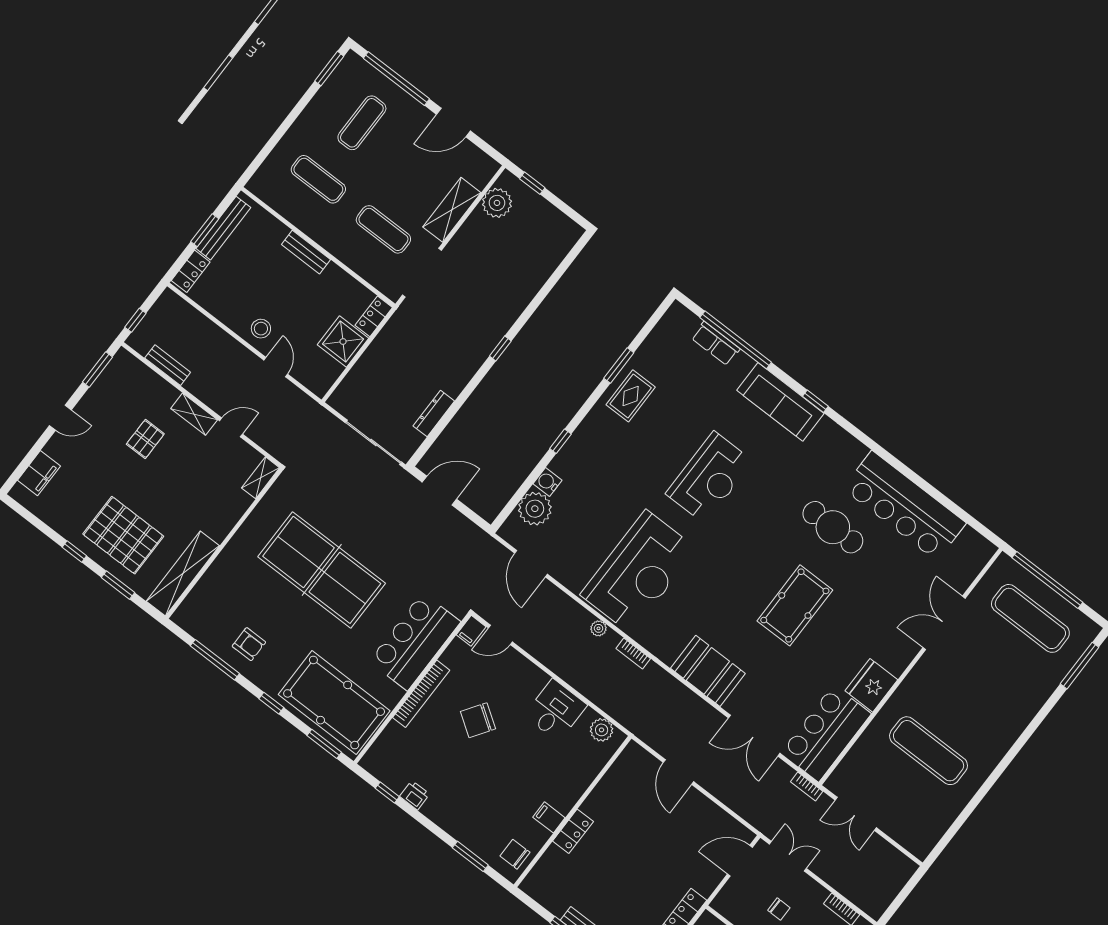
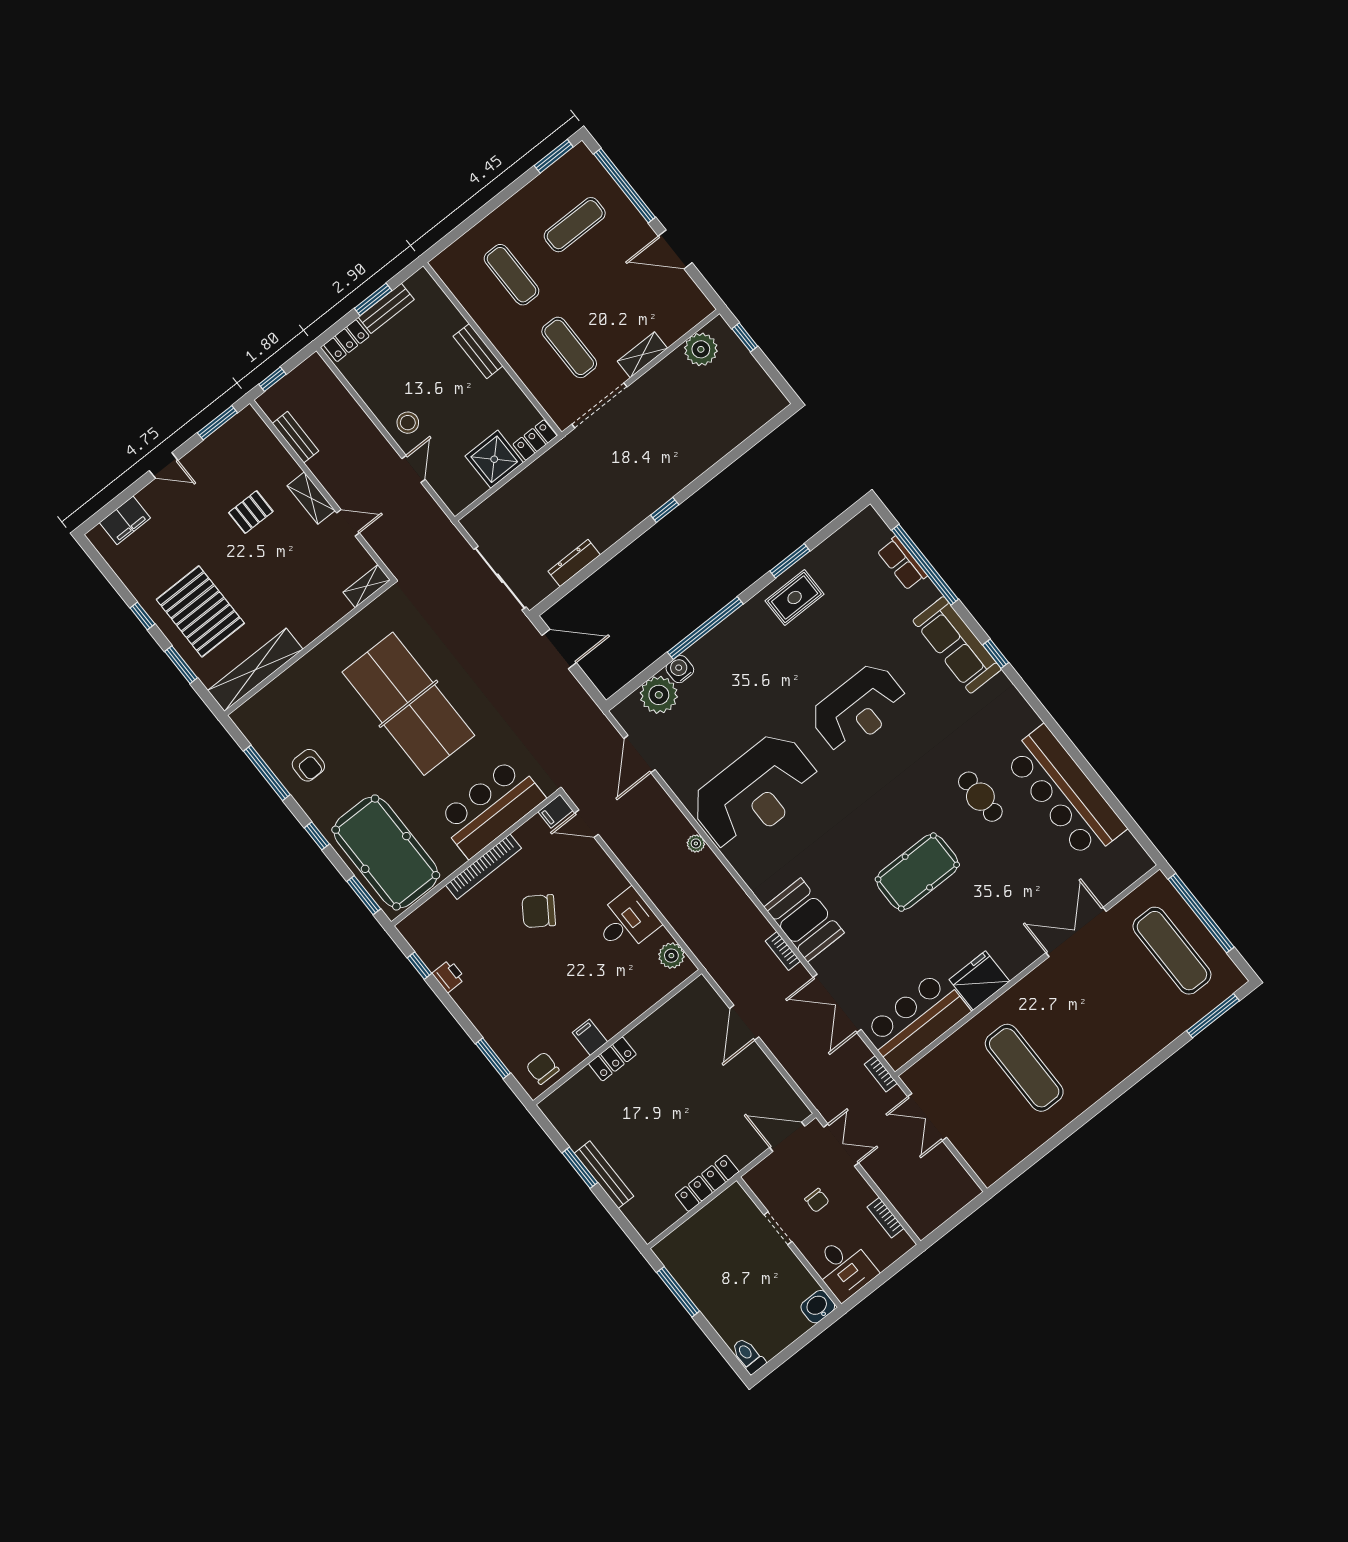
shelving: (452, 210) -> (642, 355), width x0.67, depth x0.75
bench: (223, 228) -> (386, 308), width x0.73
window: (560, 441) -> (705, 628), width x3.17
cafe table: (833, 527) -> (980, 797), width x0.73, depth x0.74
bookcase: (633, 654) -> (783, 951), moved

